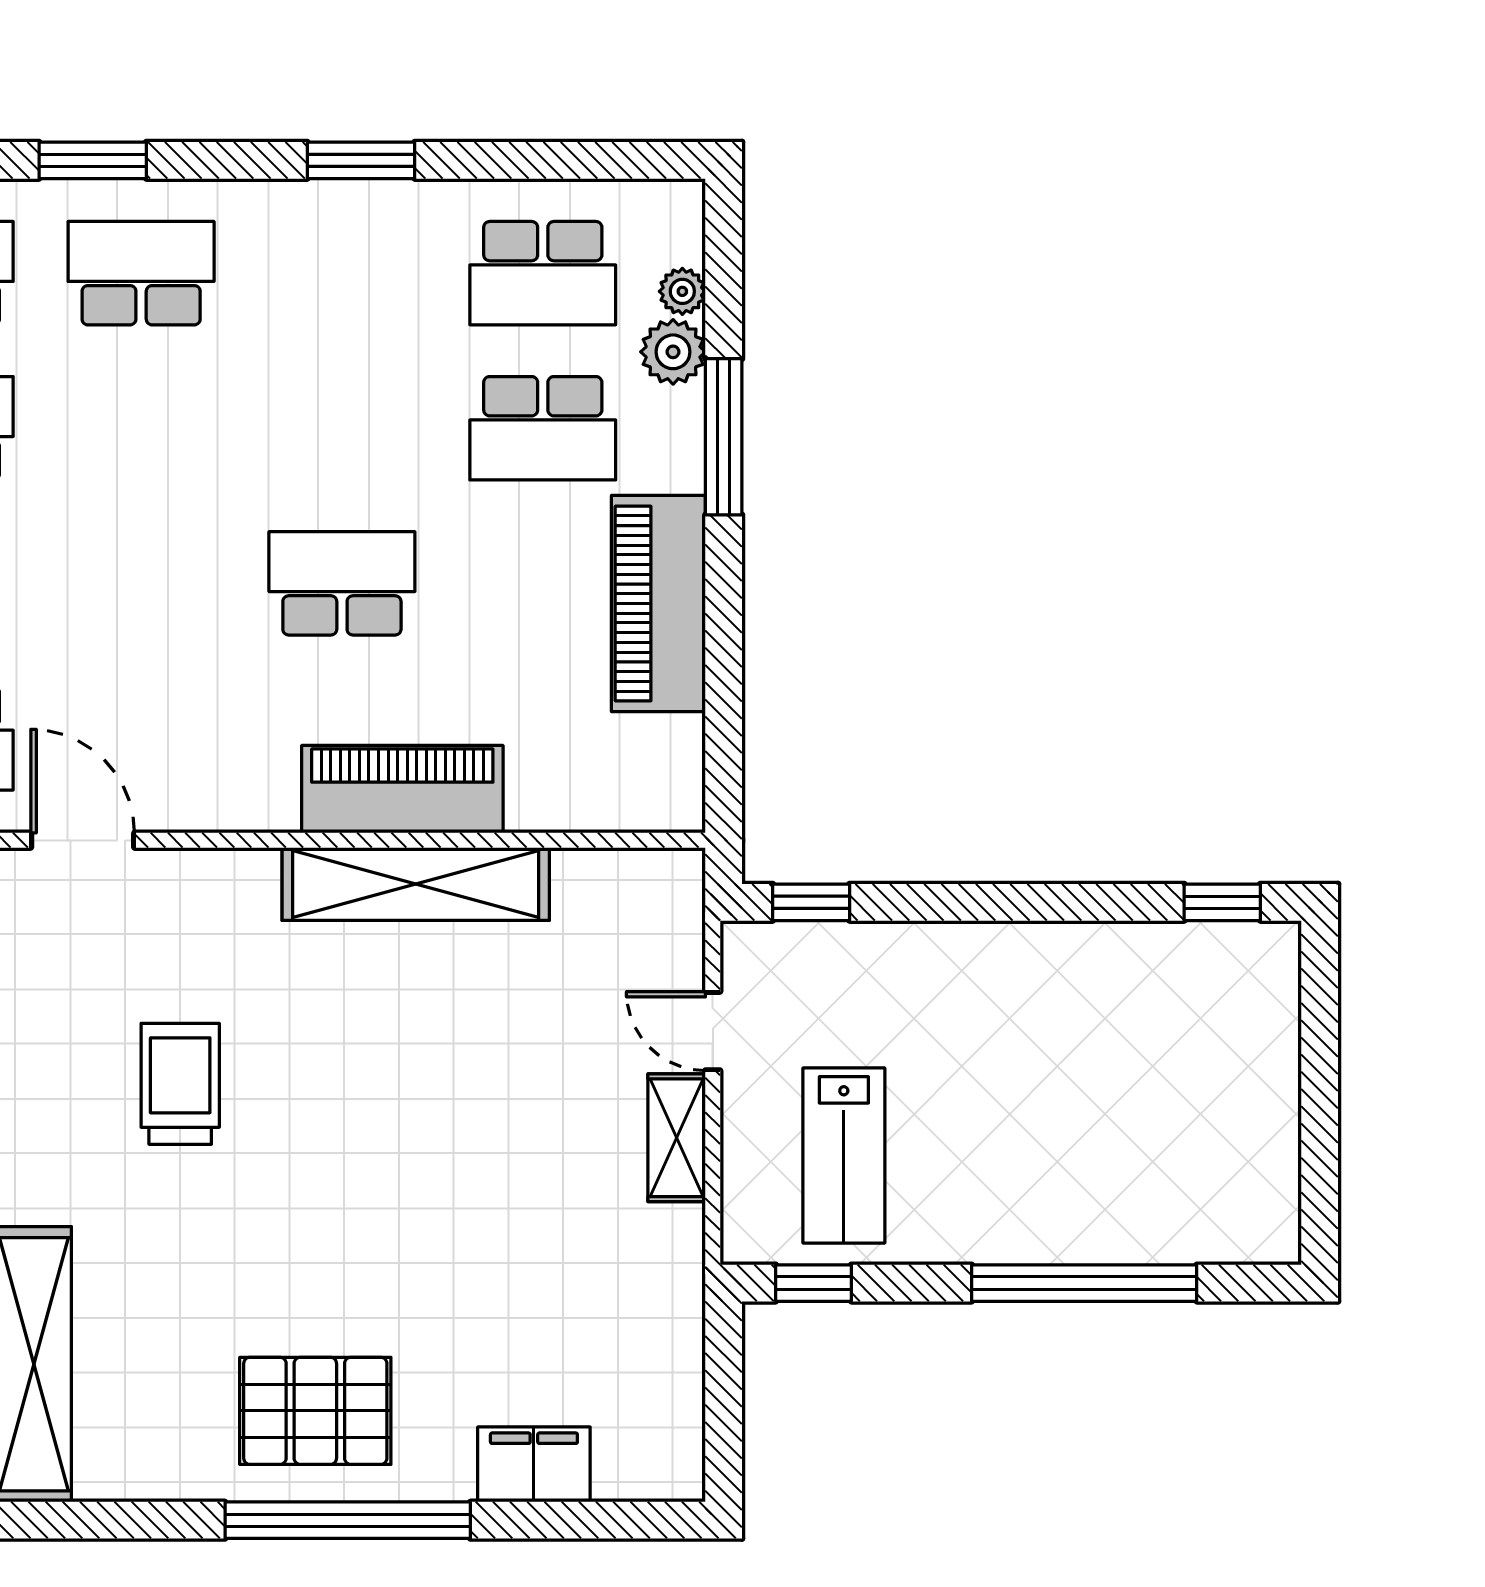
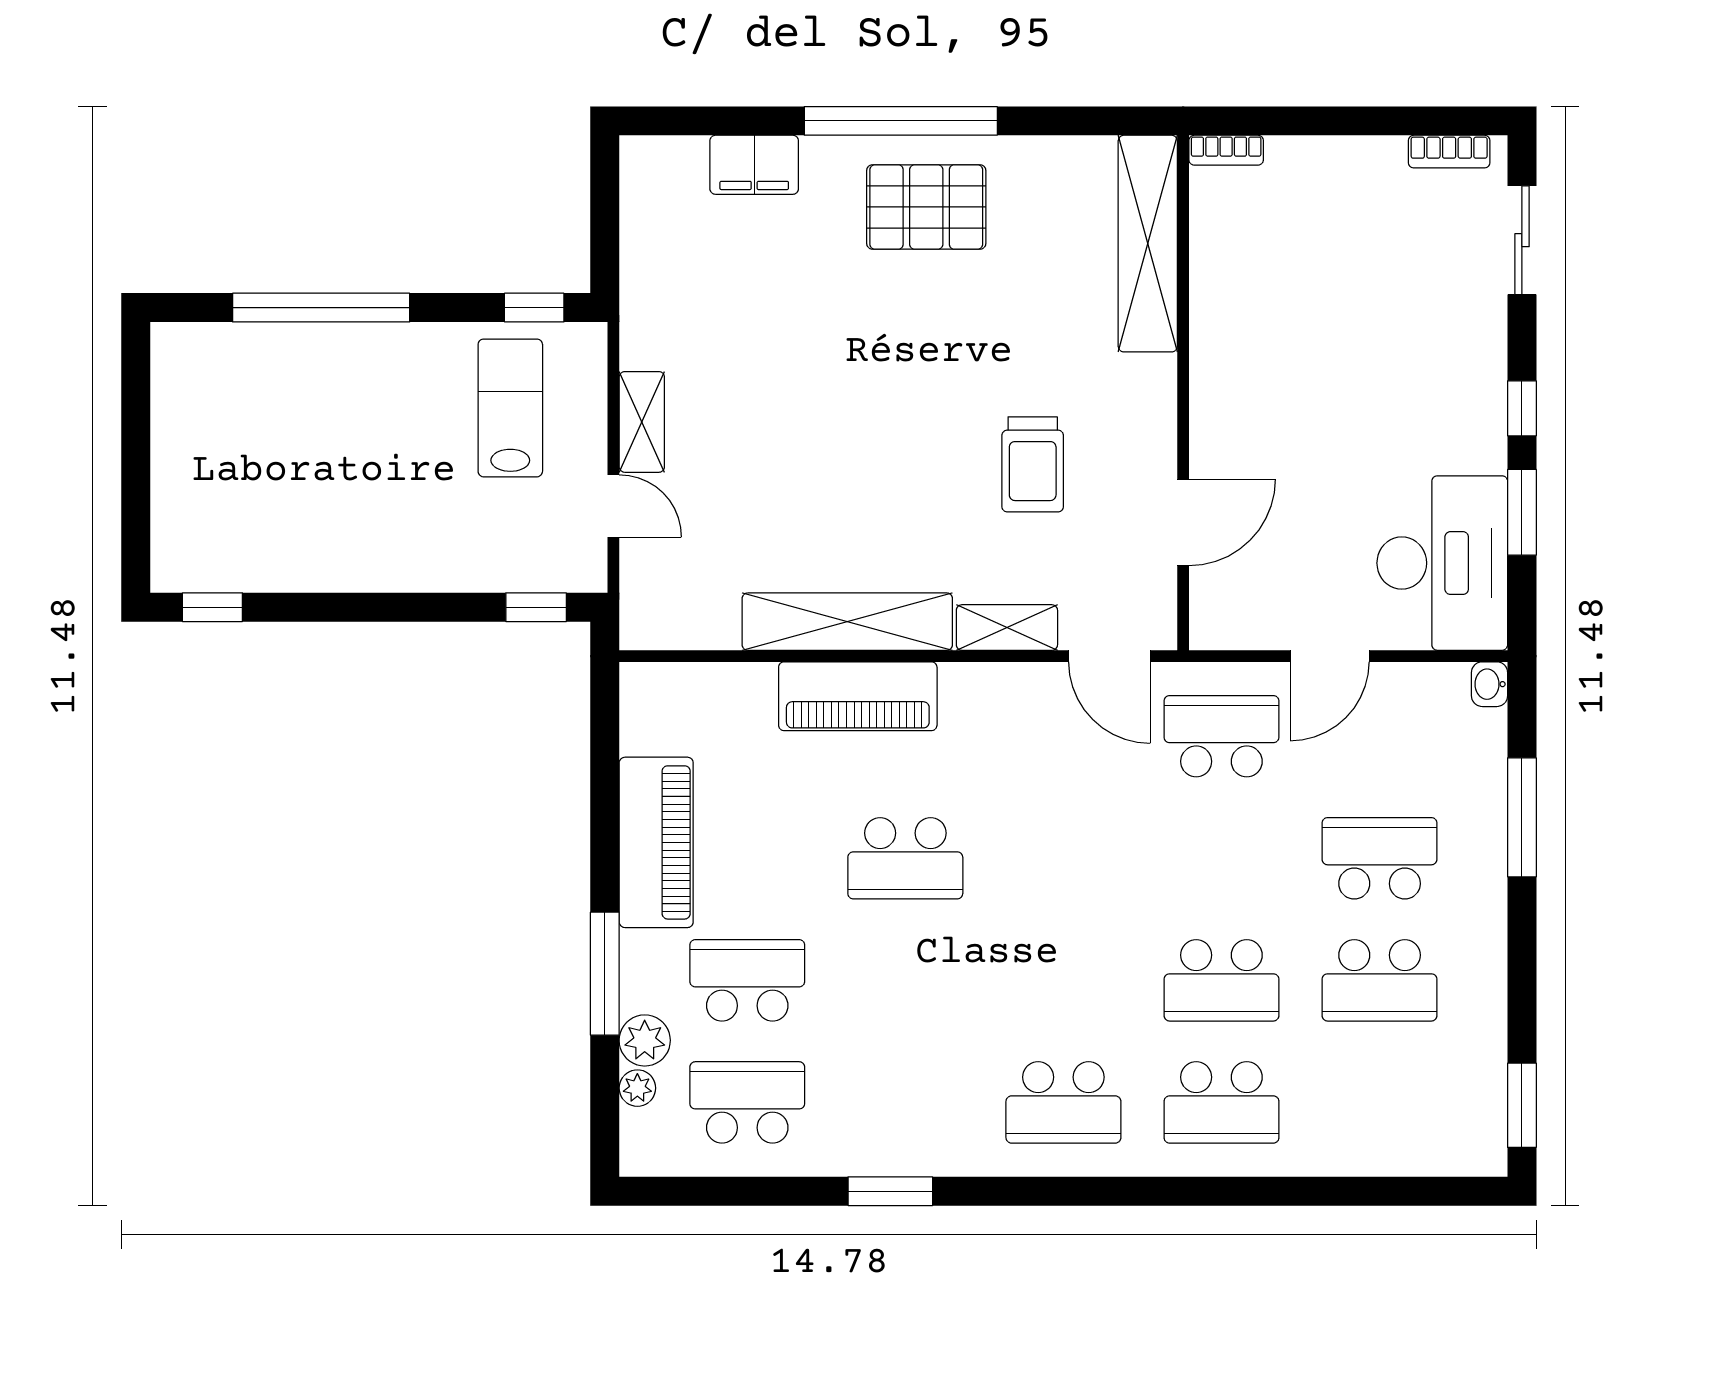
window: (93, 160) -> (1101, 1191), removed
shelving: (213, 877) -> (1007, 628), added

